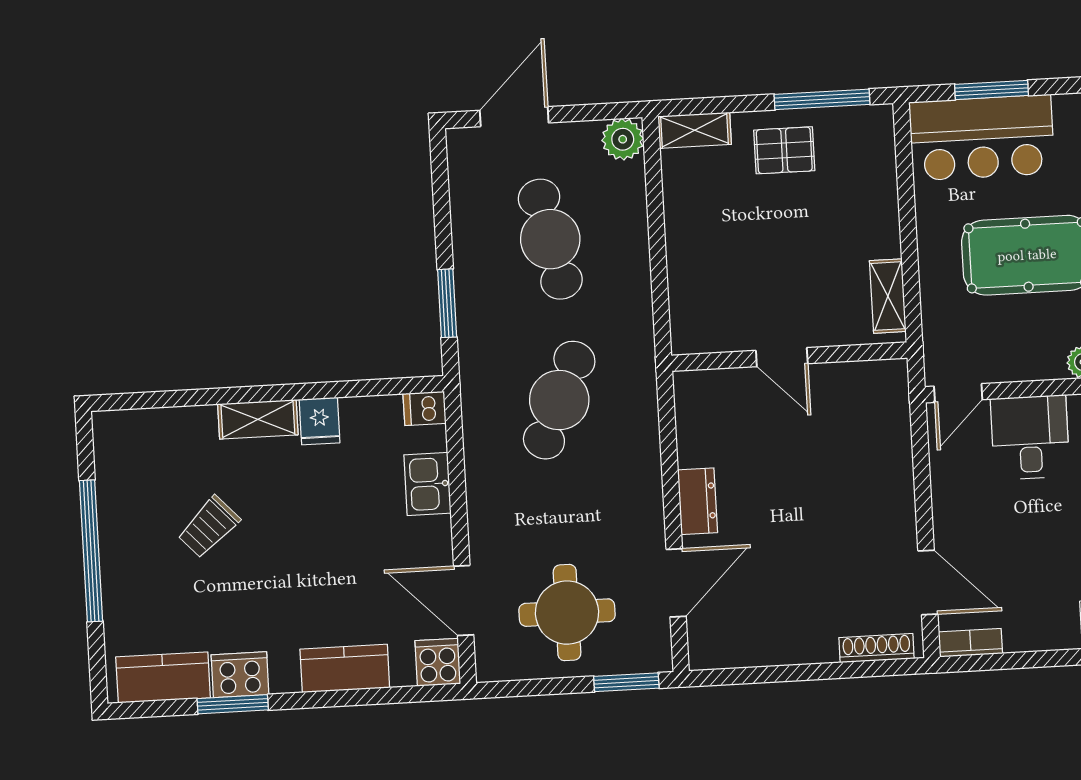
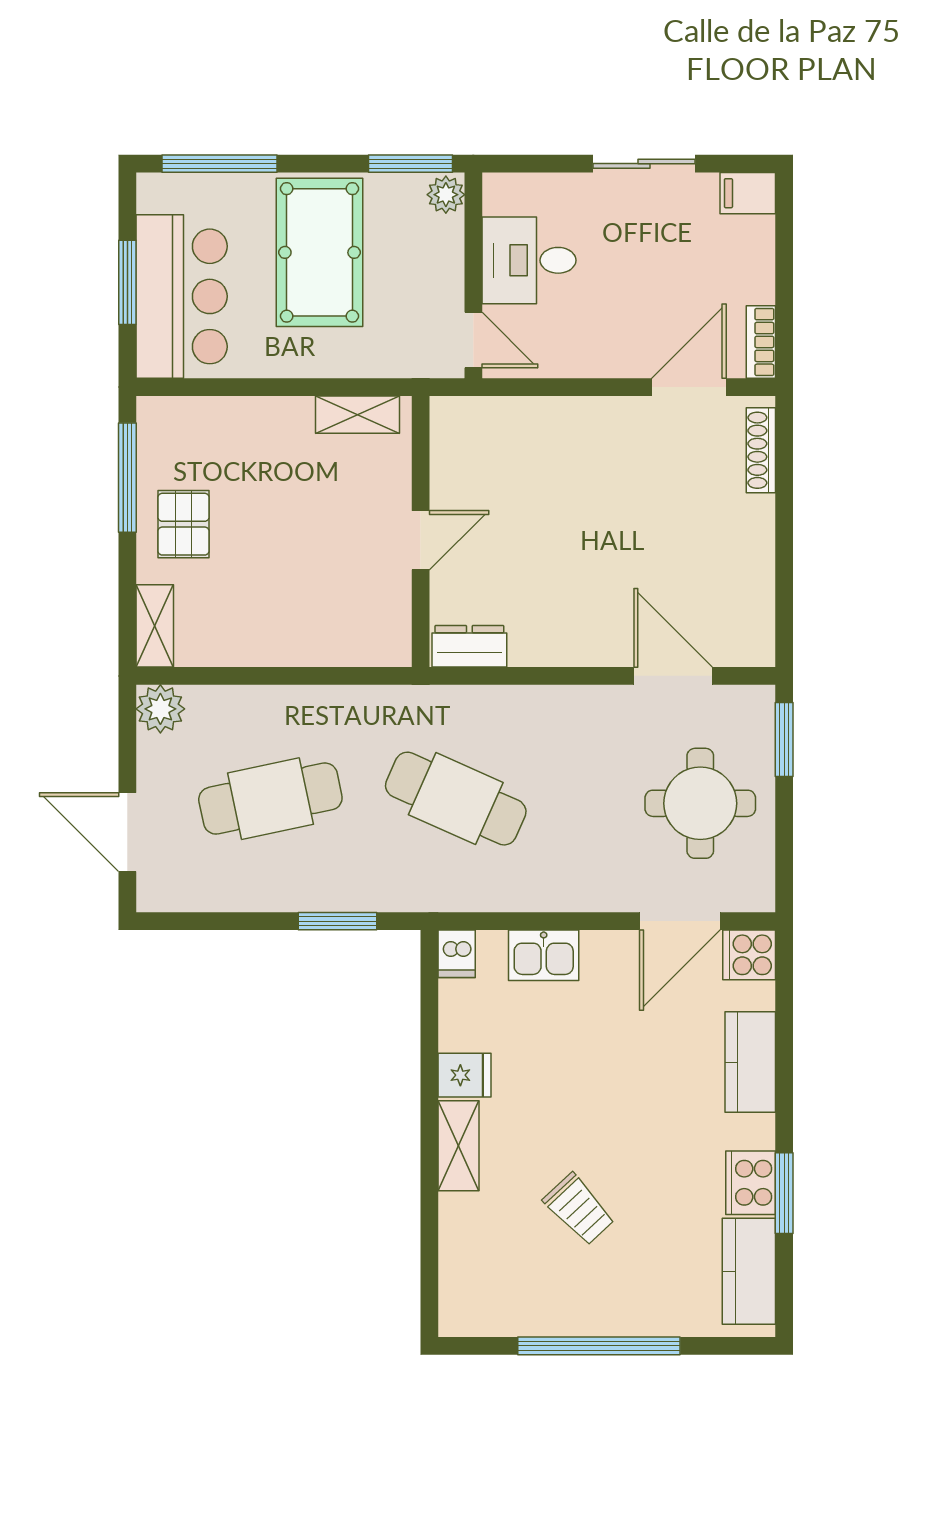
dresser: (698, 501) -> (469, 646), moved

